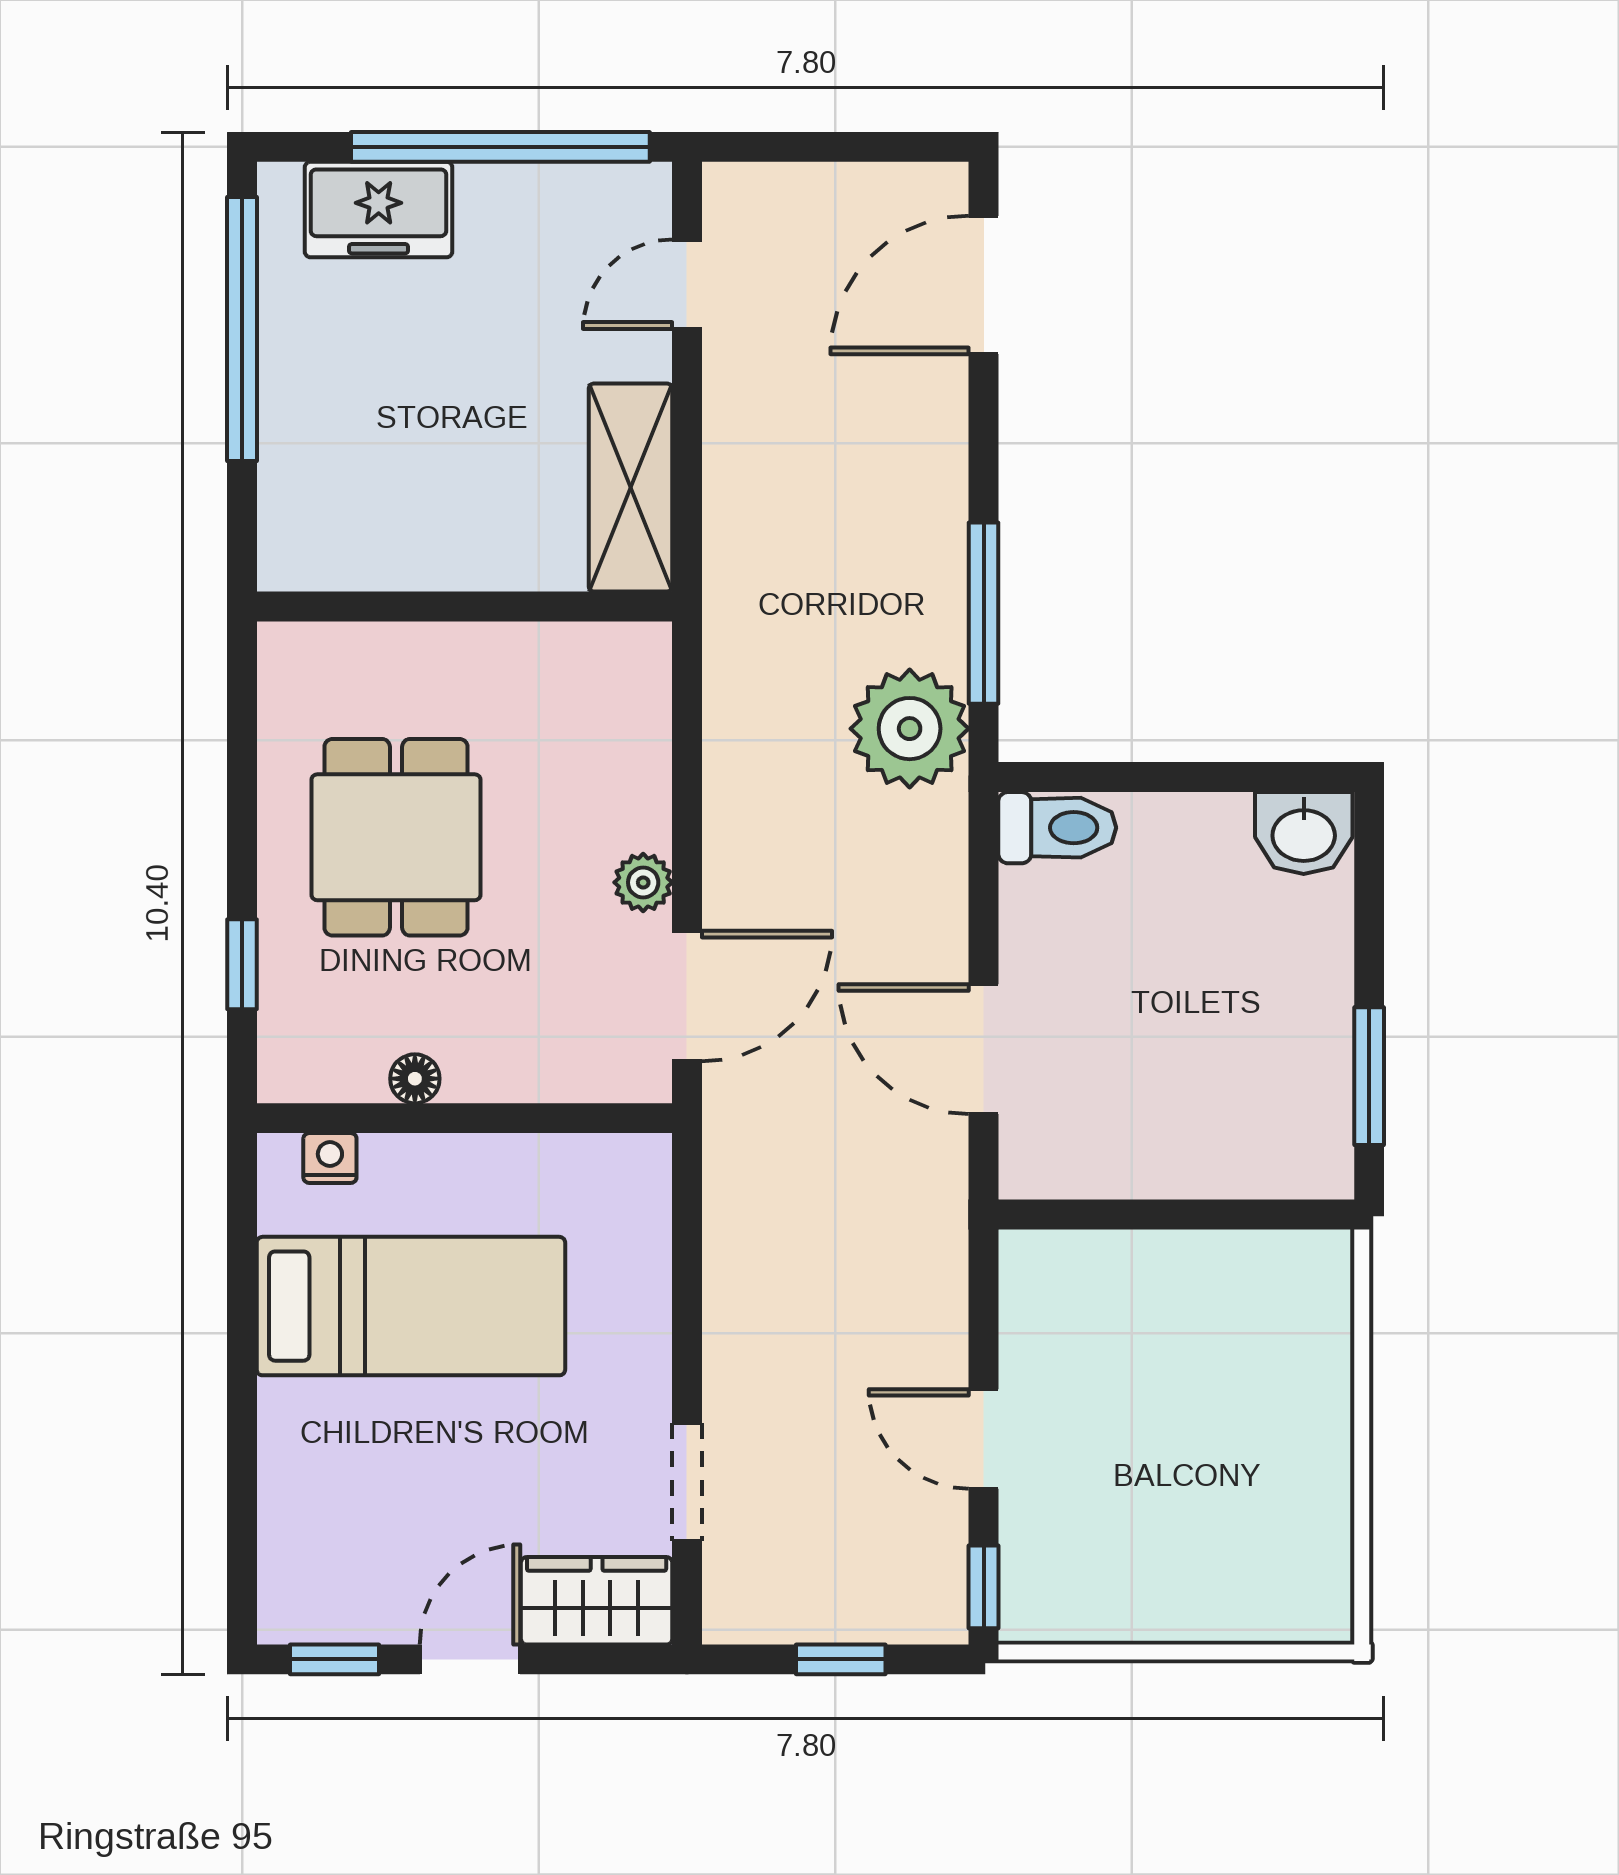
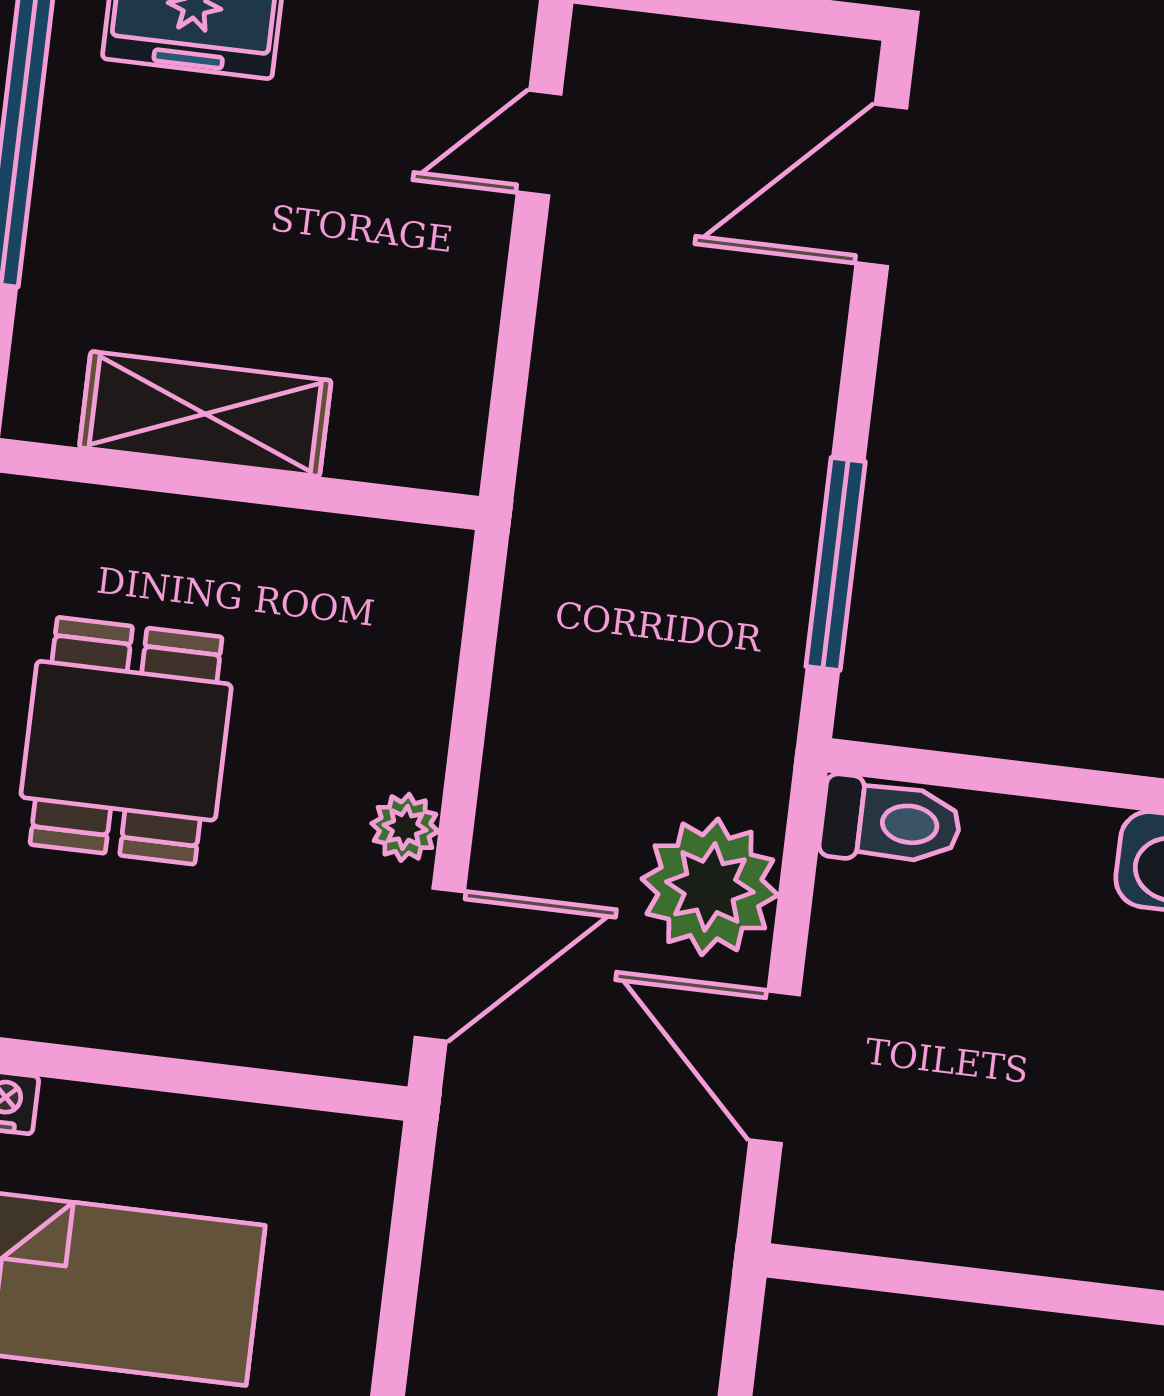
shelving: (630, 488) -> (205, 414), moved, turned 90
plant: (910, 729) -> (710, 887), moved
floor lamp: (415, 1079) -> (114, 1022), removed

